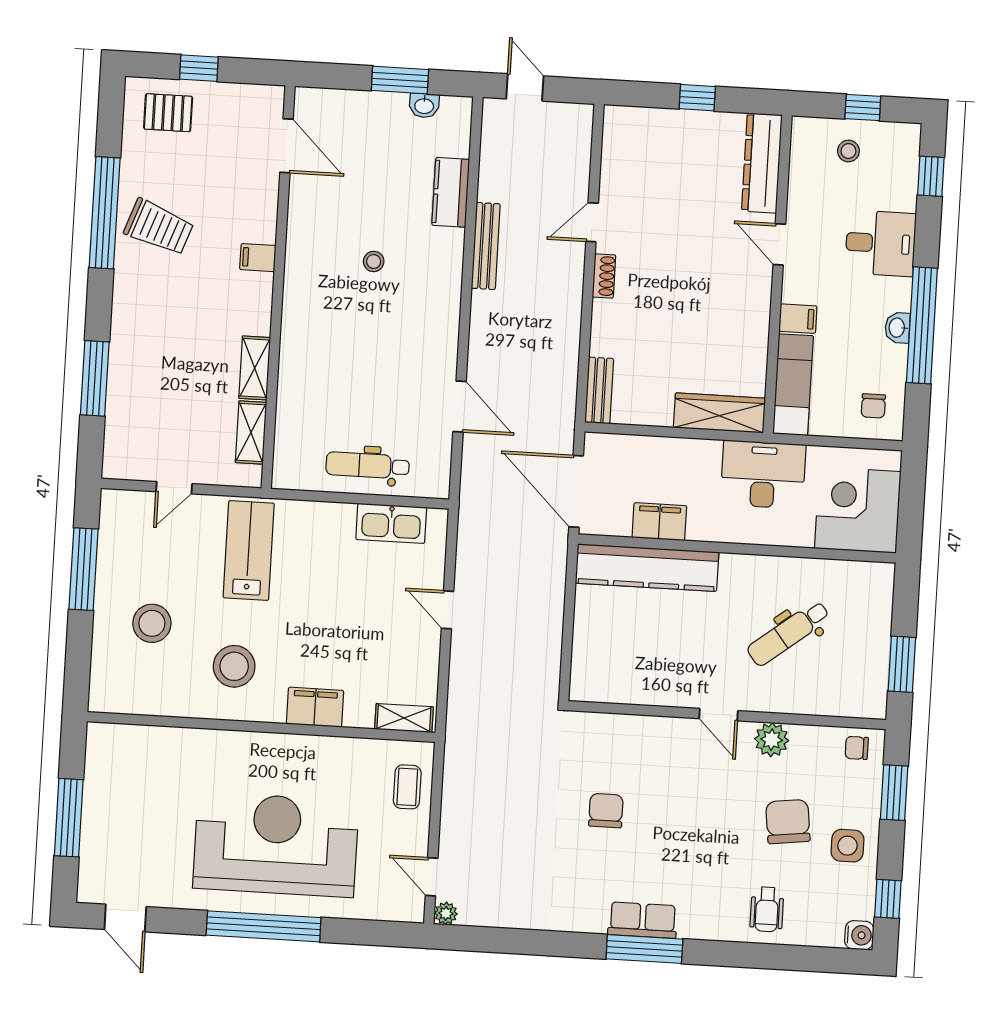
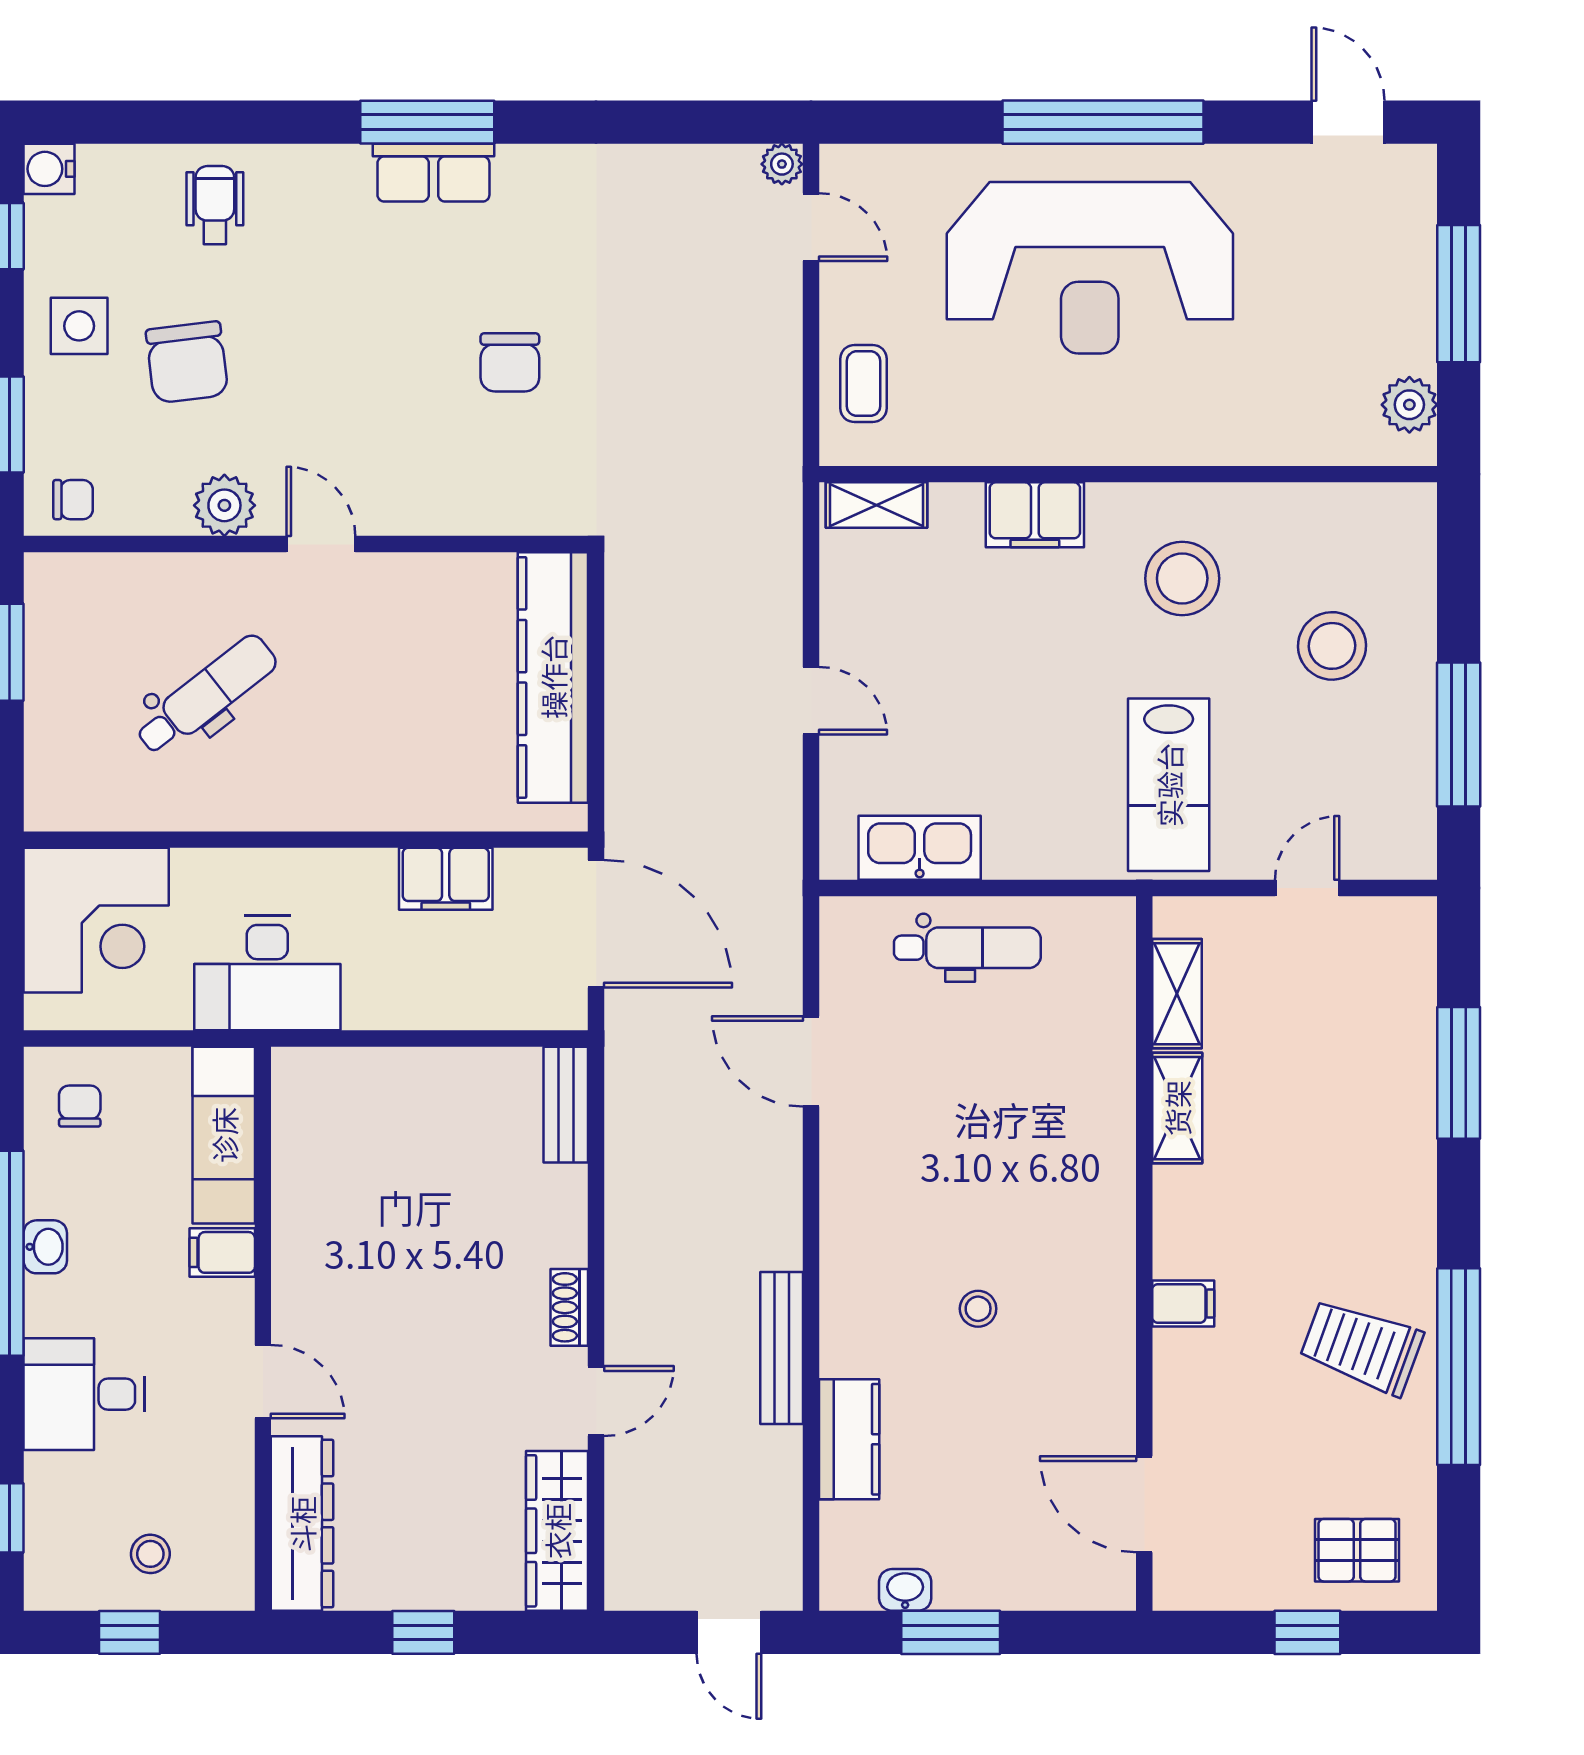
wardrobe: (719, 413) -> (557, 1531), moved, turned 90
kitchen counter: (647, 568) -> (553, 677), moved, turned -90
plant: (100, 757) -> (1409, 405), added

